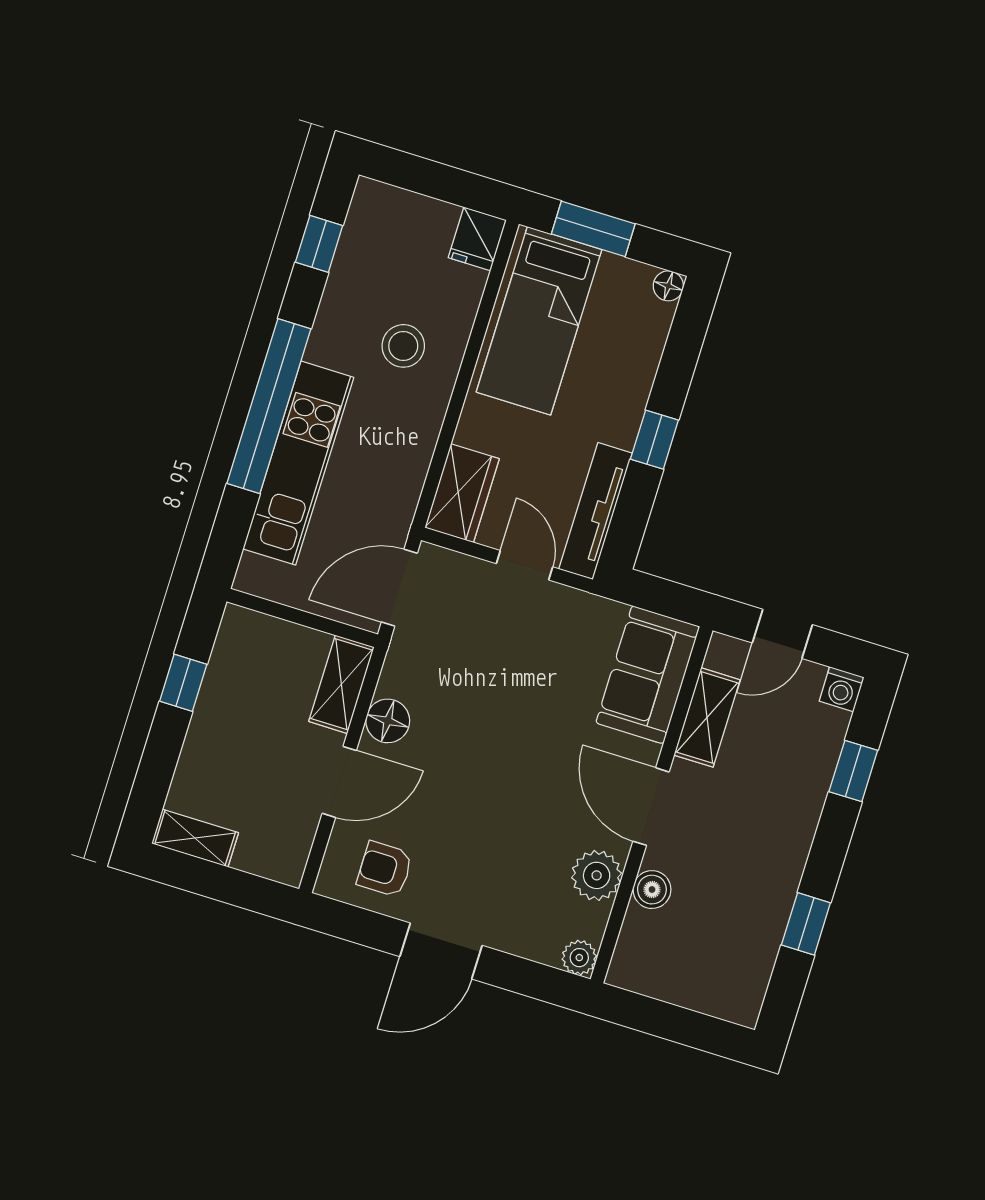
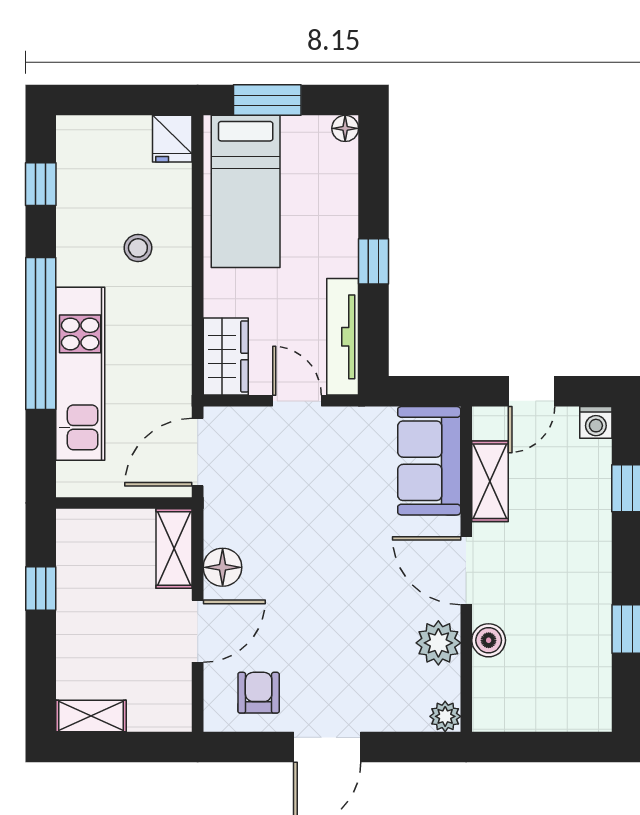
stool: (403, 346) -> (138, 248), width x0.73, depth x0.73
armchair: (385, 869) -> (259, 693), turned 90

